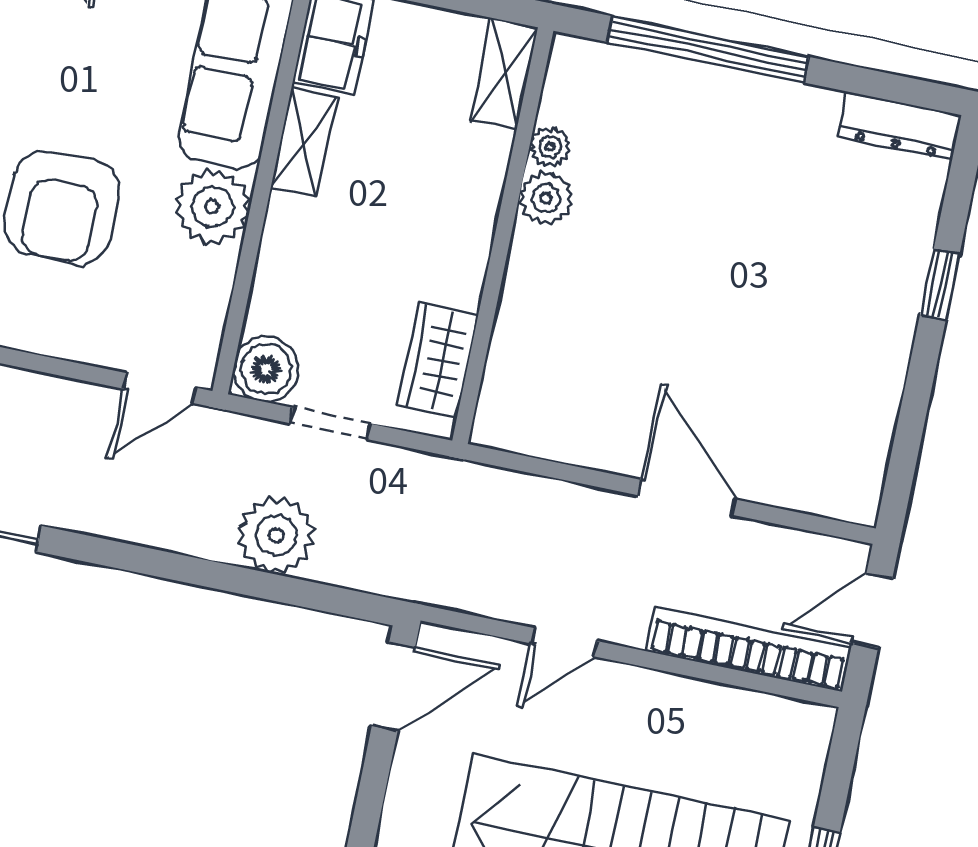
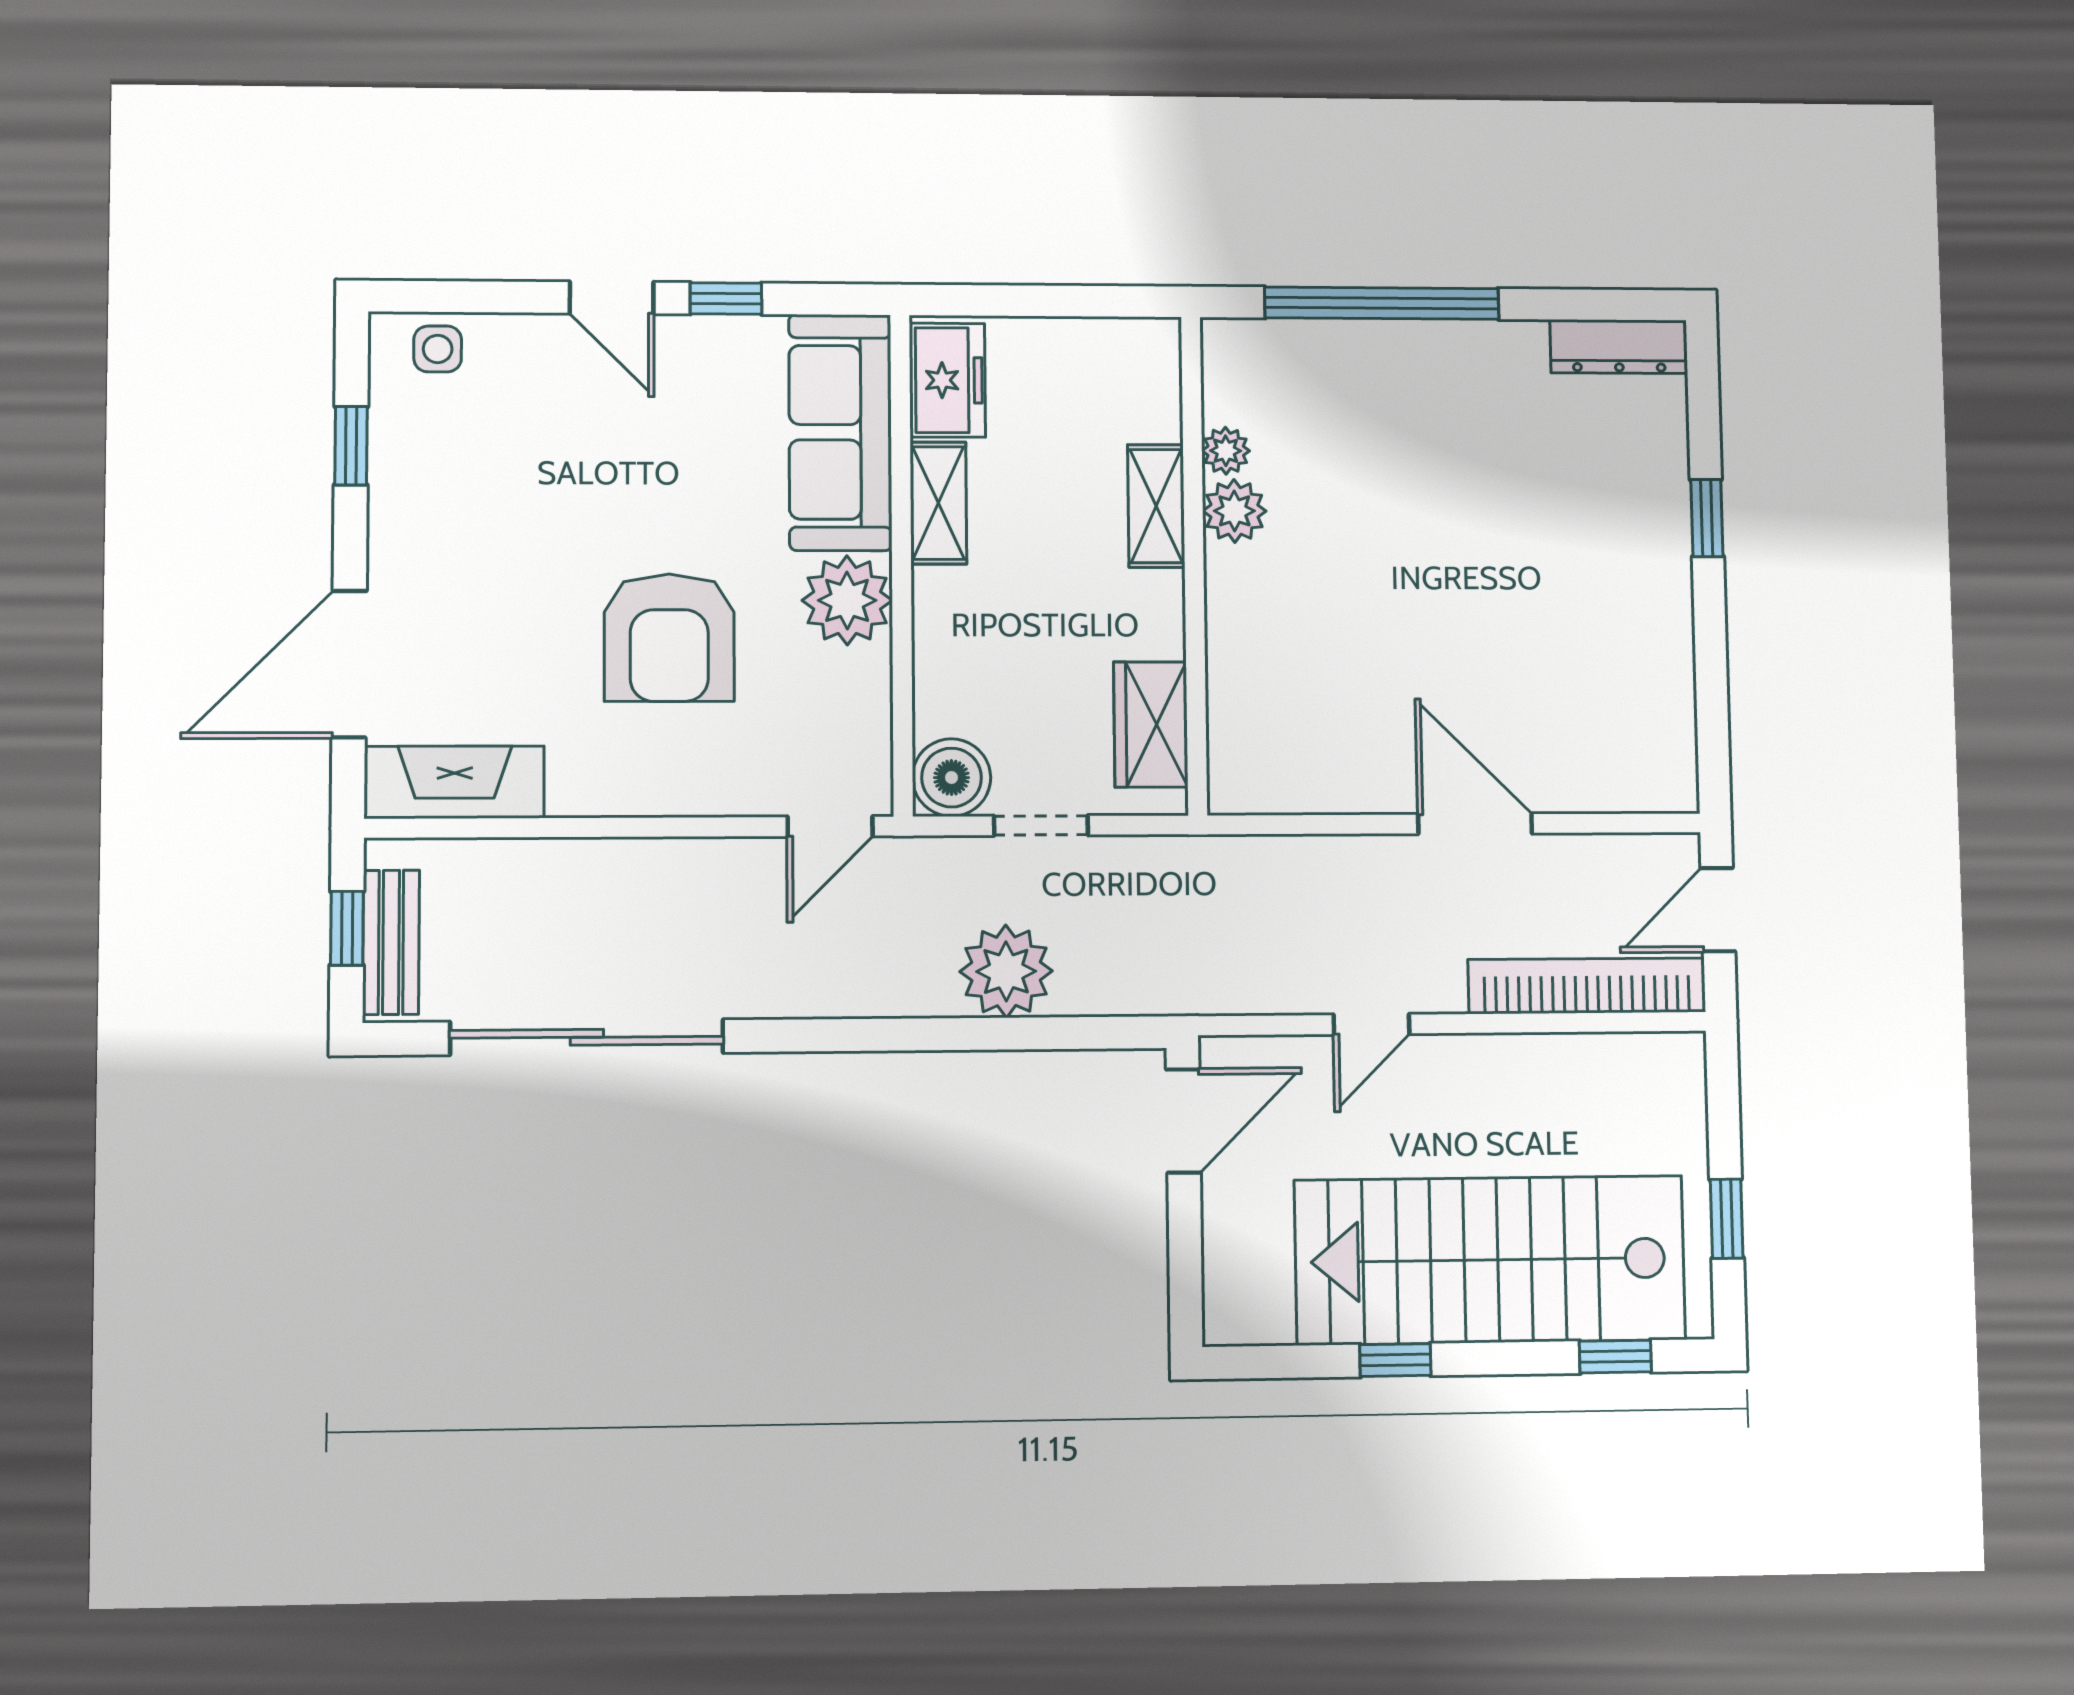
shelving: (504, 74) -> (1156, 506), moved

